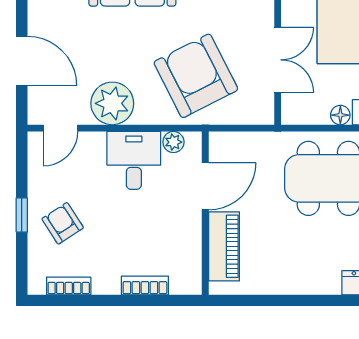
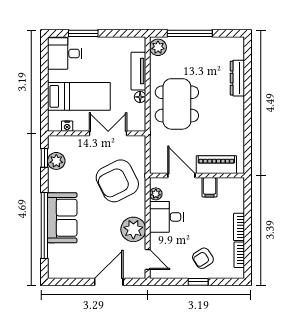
filing cabinet: (185, 235) -> (209, 187), added
bookcase: (145, 285) -> (239, 227), moved

